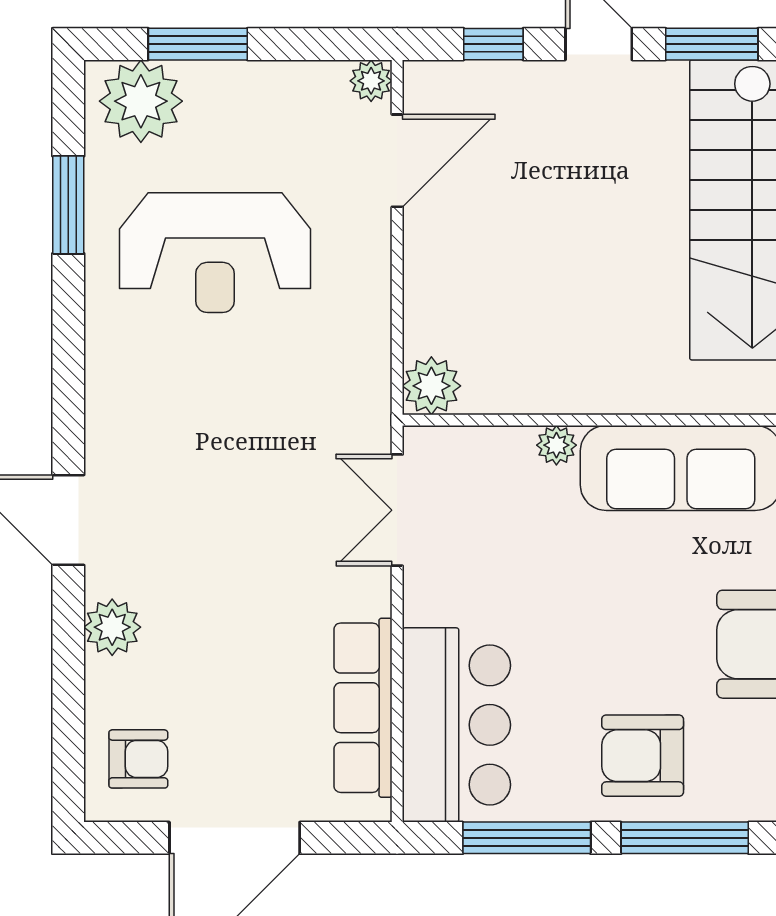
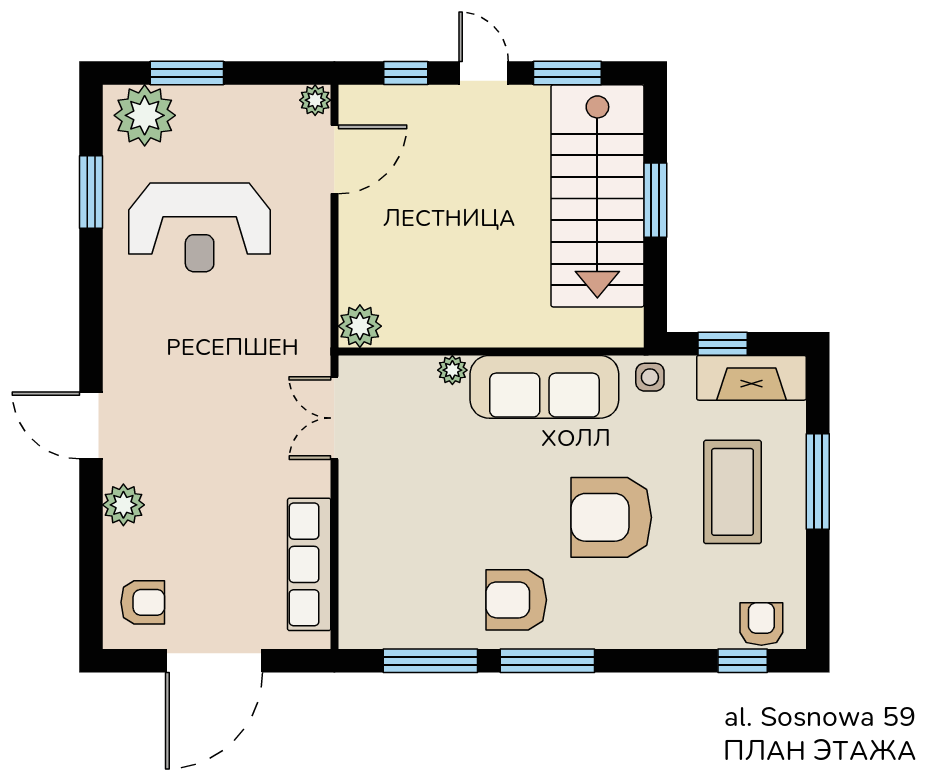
bar counter: (456, 725) -> (378, 577), removed

